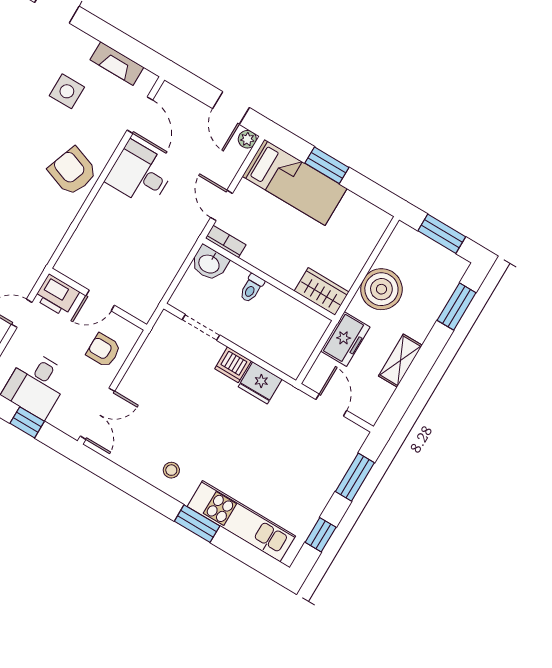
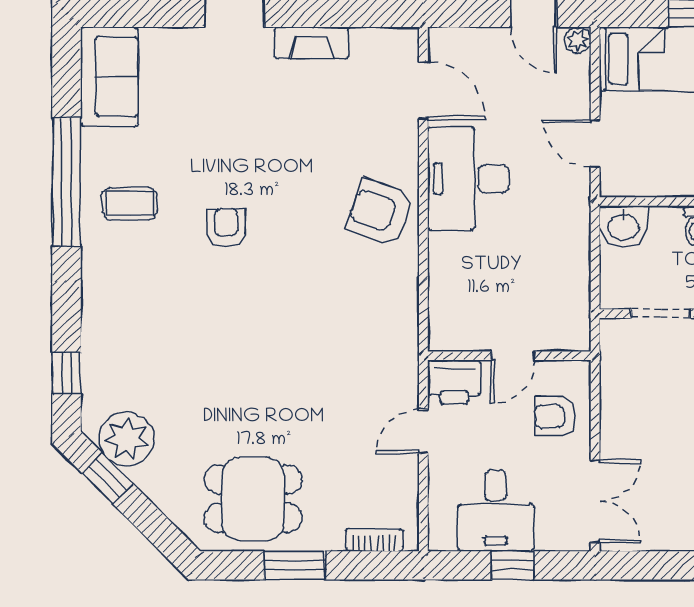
fireplace: (117, 64) -> (311, 43), moved
side table: (67, 91) -> (313, 116), removed
desk: (140, 174) -> (468, 179), width x1.37
bookcase: (226, 241) -> (628, 186), removed

